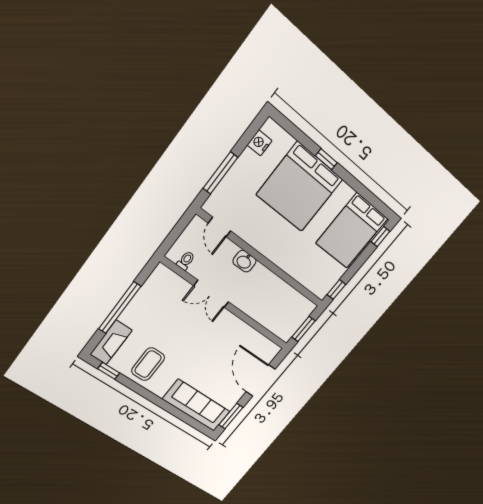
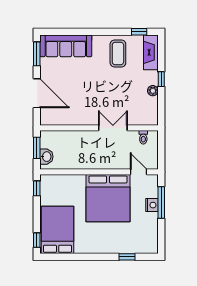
nightstand: (260, 143) -> (152, 205), moved
window: (326, 159) -> (127, 257), moved
bed: (299, 187) -> (108, 198), moved, turned 180
washbasin: (244, 261) -> (46, 157), moved, turned 90
plant: (138, 302) -> (153, 91), added
window: (120, 308) -> (161, 79), width x0.32

